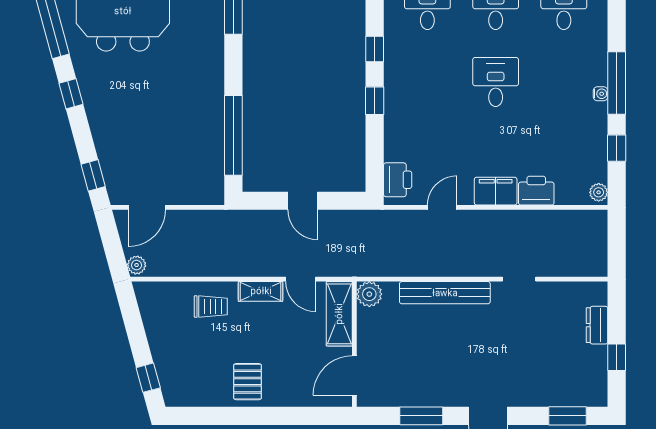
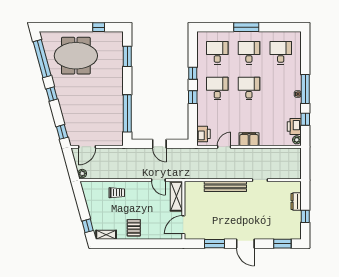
desk: (427, 82) -> (217, 89), added
printer: (536, 191) -> (294, 127), moved, turned -90
shelving: (261, 291) -> (106, 235), moved
plant: (369, 294) -> (190, 187), removed

